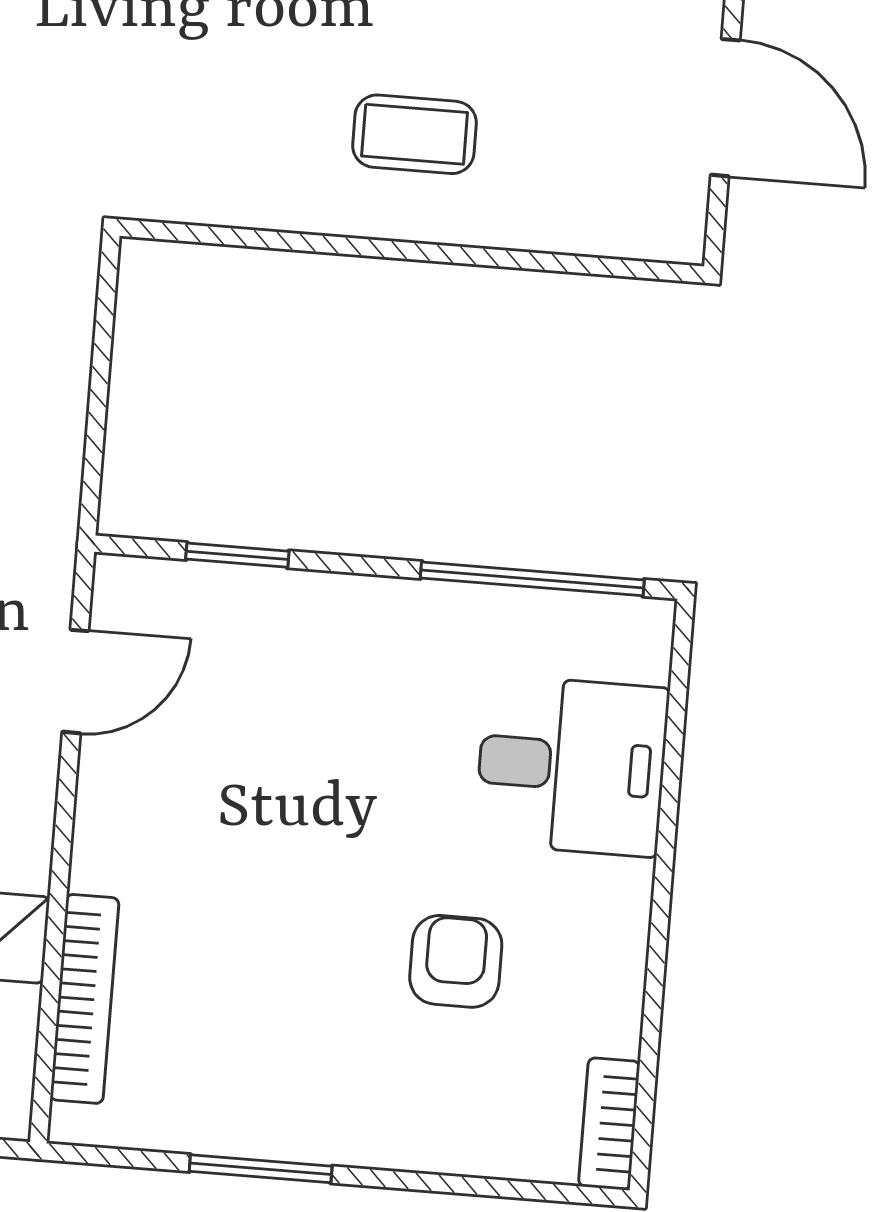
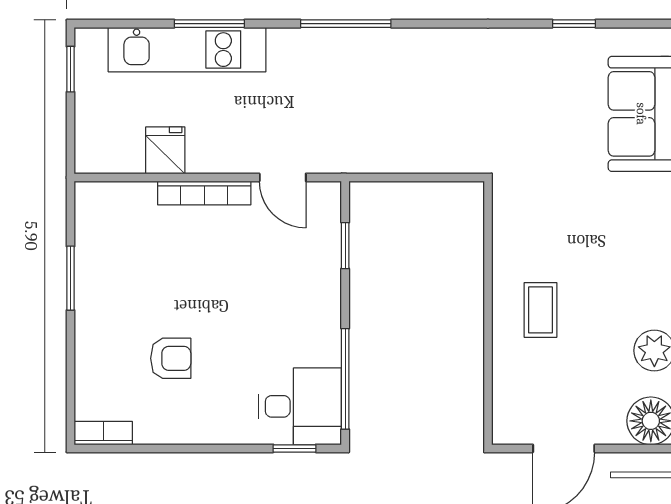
window: (677, 703) -> (294, 448), added
desk: (572, 766) -> (300, 406), moved, turned -90
bookcase: (85, 999) -> (204, 193), moved

